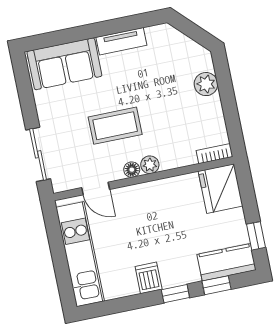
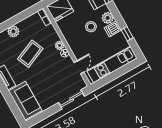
coffee table: (115, 126) -> (30, 54), moved, turned 67
stool: (167, 237) -> (91, 27), added
plant: (173, 275) -> (108, 18), added
window: (175, 294) -> (127, 34), moved

